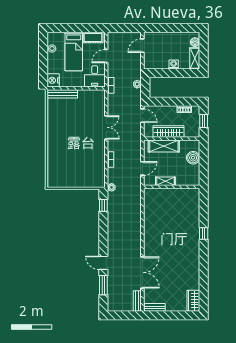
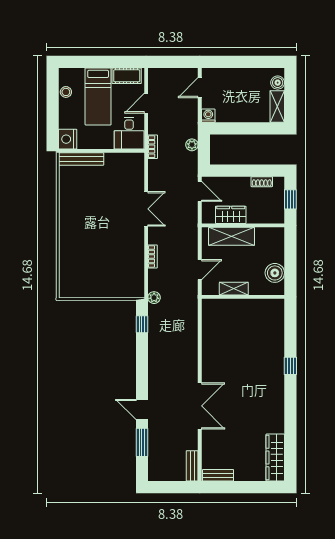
washing machine: (174, 64) -> (208, 116), moved
wardrobe: (168, 131) -> (231, 215), width x0.67
boiler: (193, 158) -> (275, 273), moved
double door: (142, 272) -> (200, 406), moved
wardrobe: (193, 301) -> (275, 458), width x1.50

